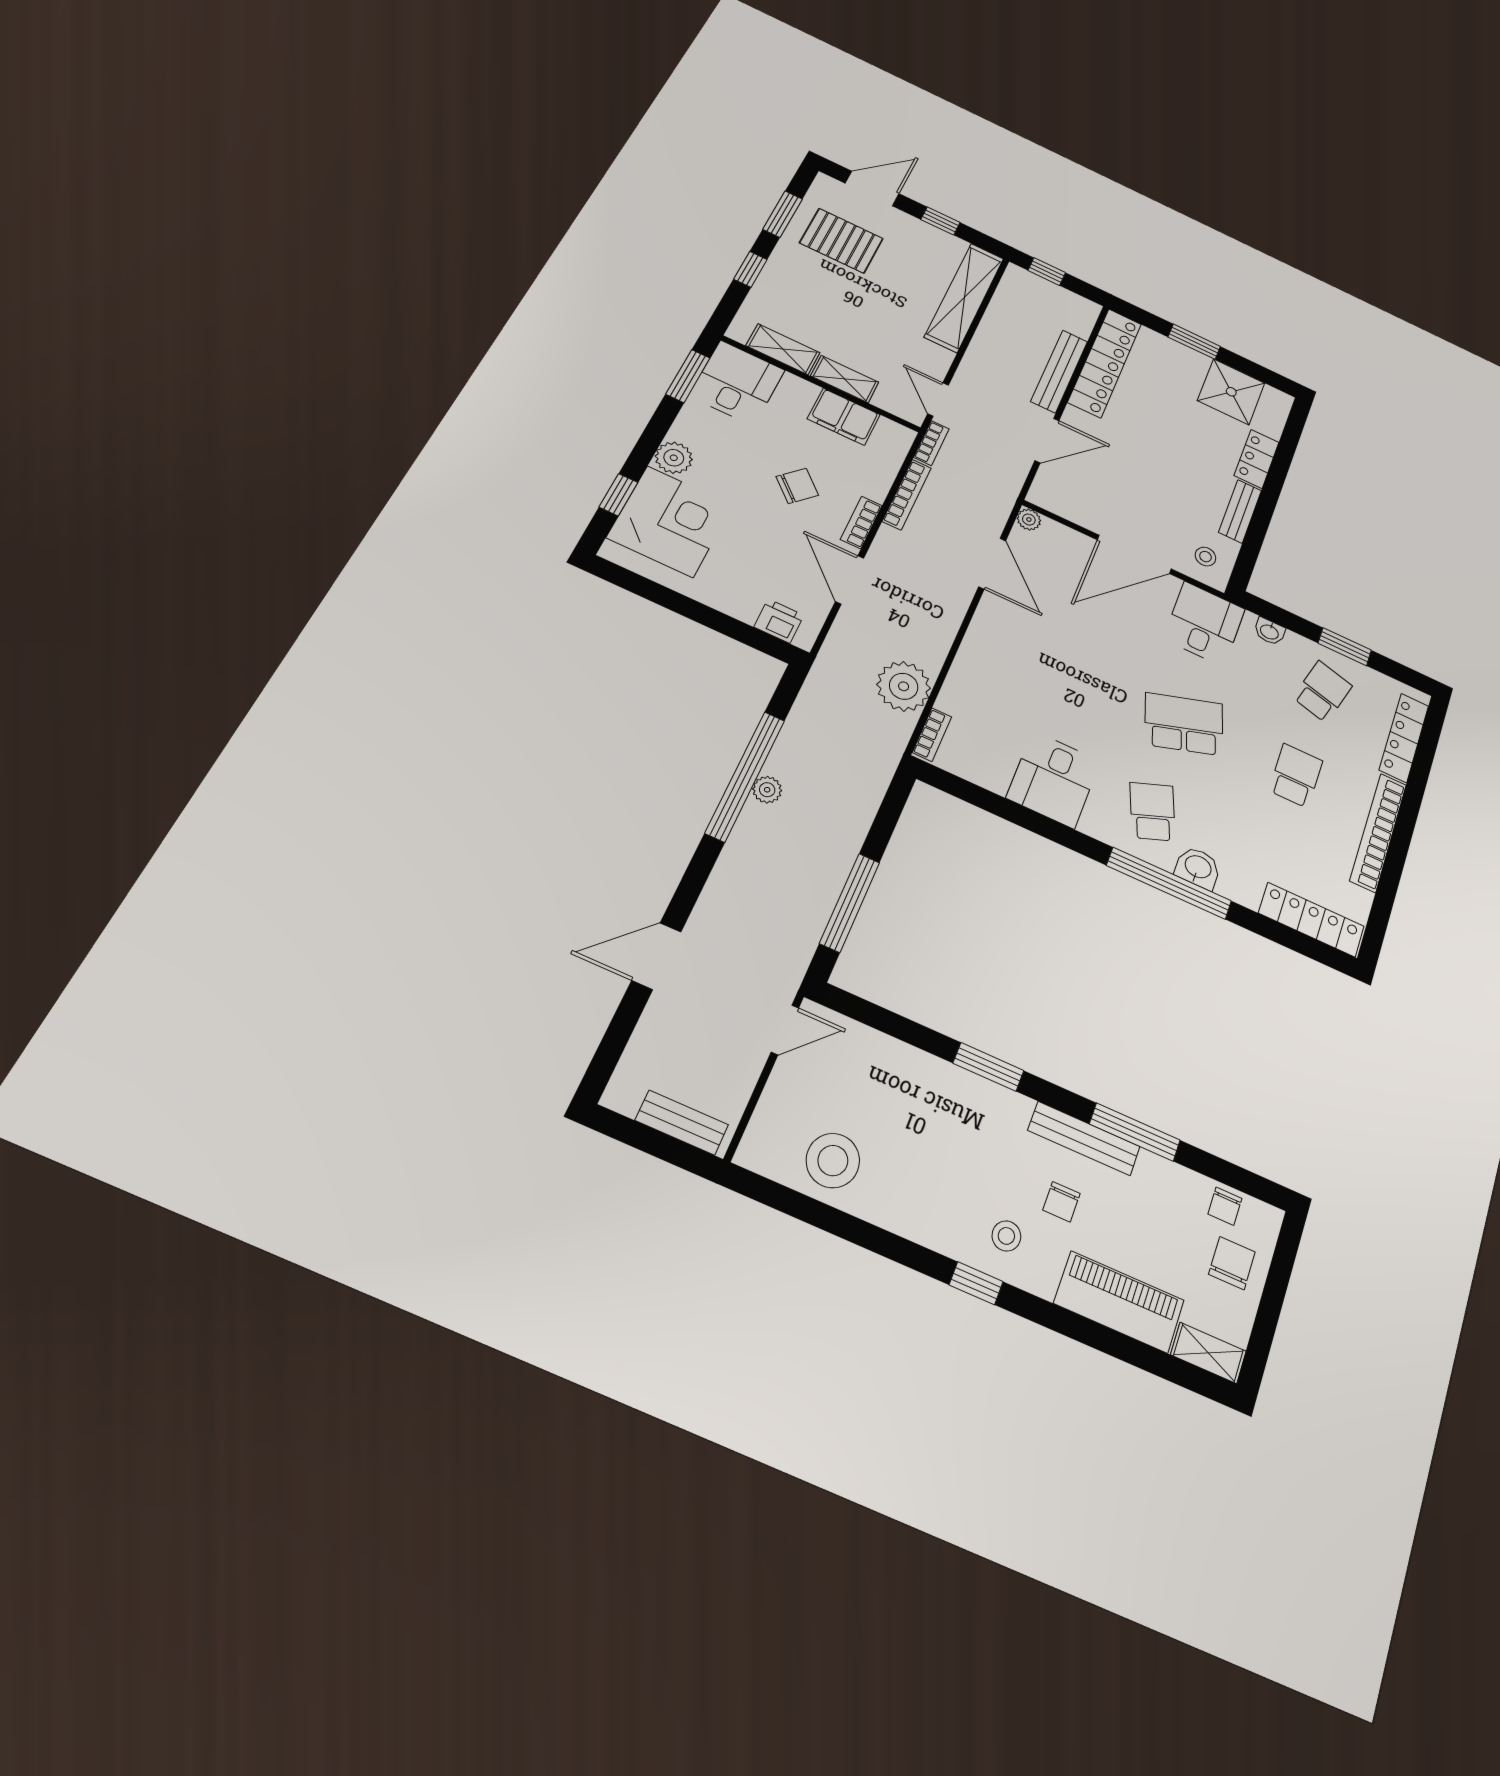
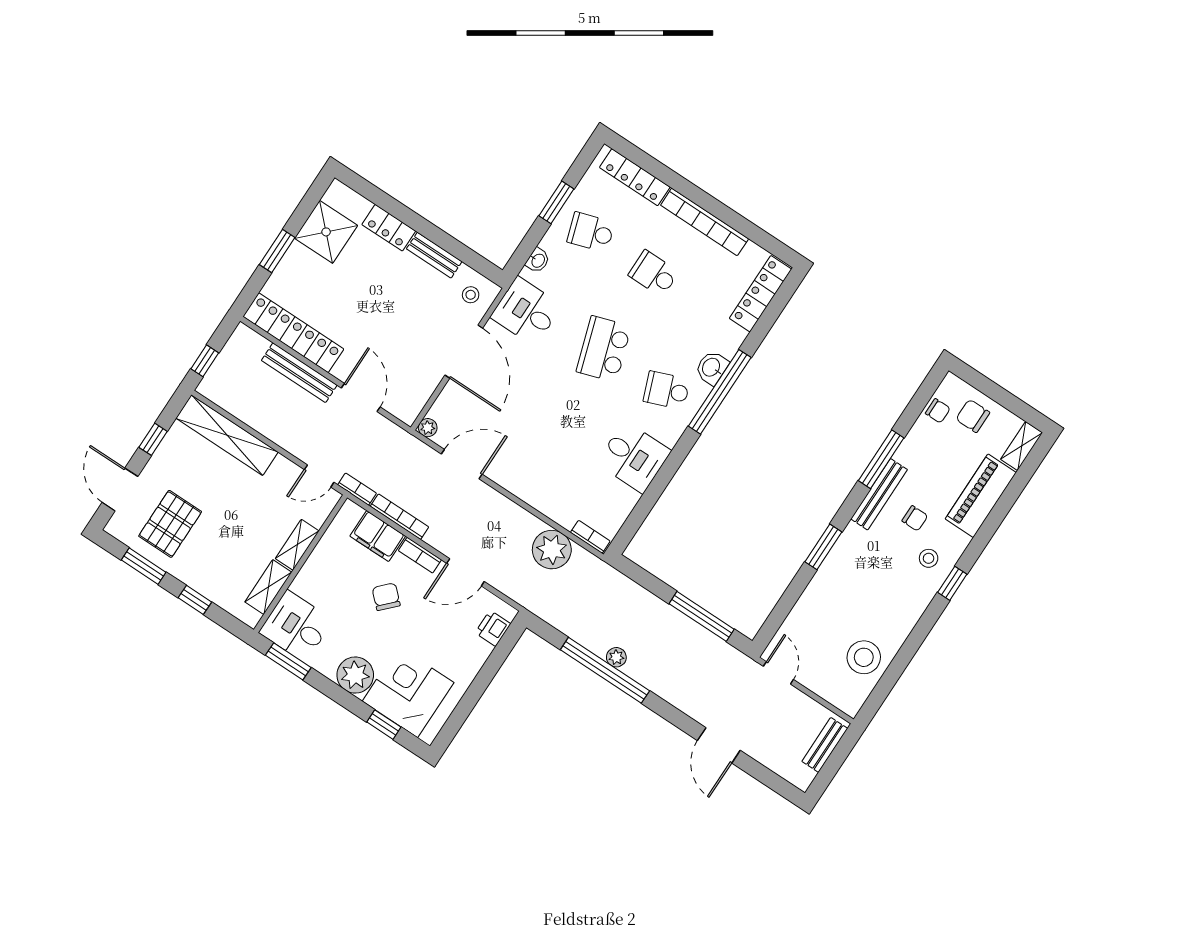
filing cabinet: (844, 417) -> (378, 536), moved, turned 90
plant: (674, 458) -> (355, 675), width x1.36, depth x1.36
school desk: (1322, 692) -> (591, 232), turned -33

